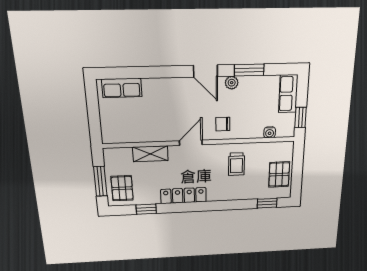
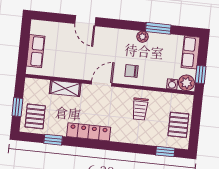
door: (206, 71) -> (85, 21), moved
row of seats: (122, 88) -> (36, 51), moved, turned -90
plant: (285, 129) -> (186, 83), added
window: (100, 181) -> (17, 107), width x0.67

